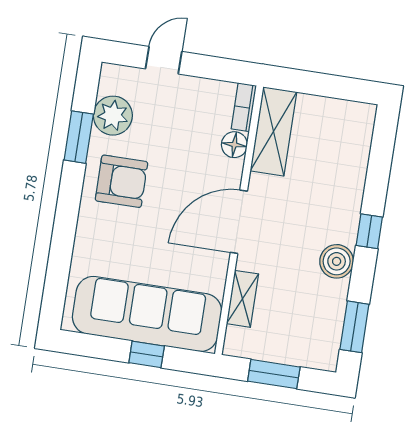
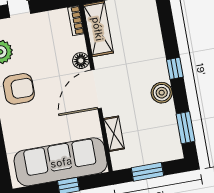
floor lamp: (234, 145) -> (81, 61), moved

